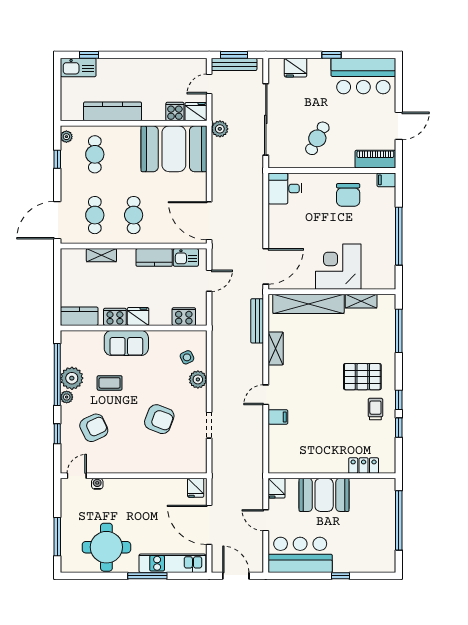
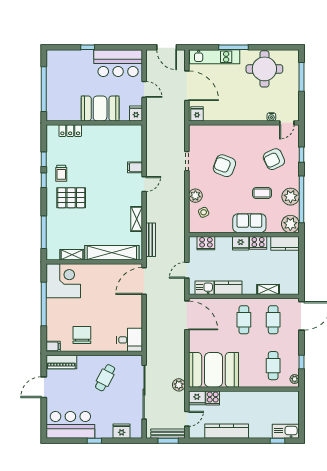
kitchen counter: (113, 111) -> (227, 431), moved, turned 180
corner desk: (338, 267) -> (63, 281), moved, turned -90
plant: (67, 397) -> (290, 224), moved, width x1.87, depth x1.87

